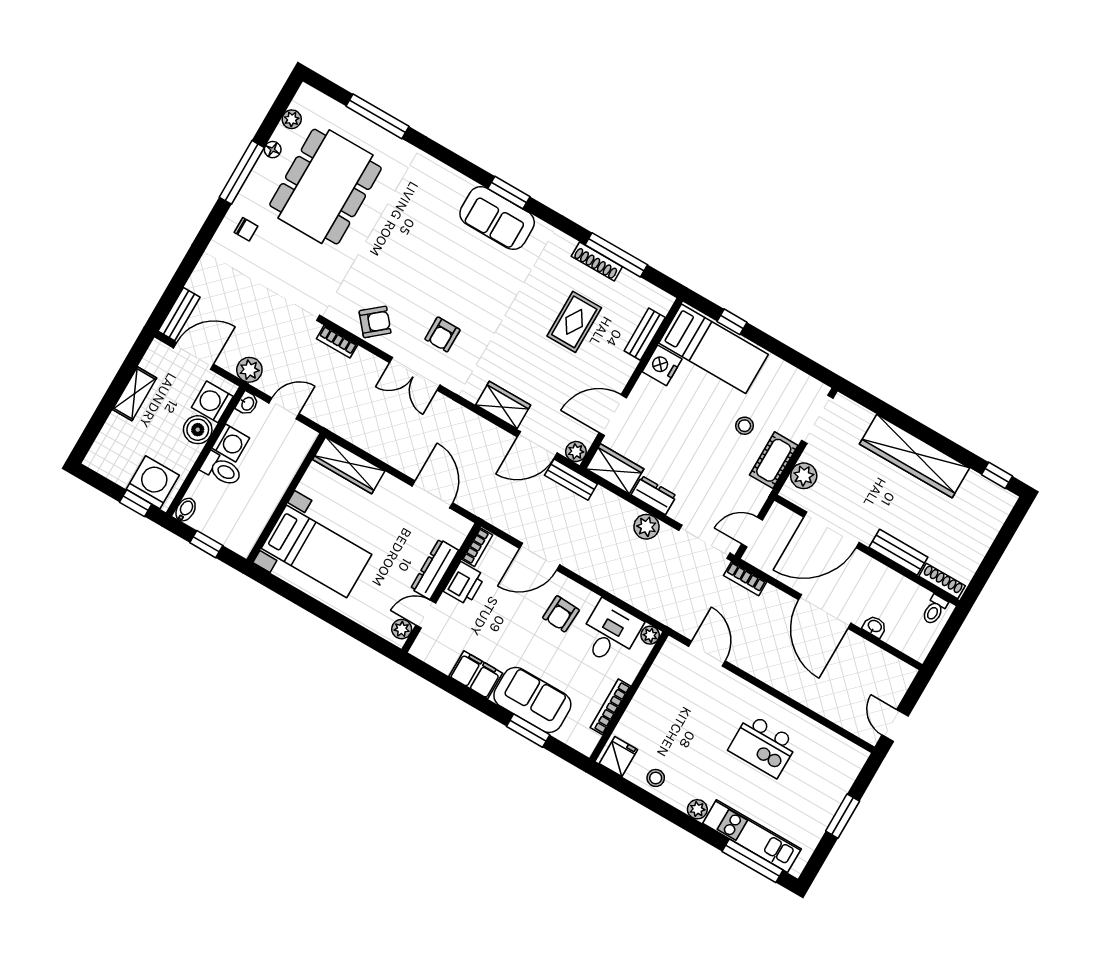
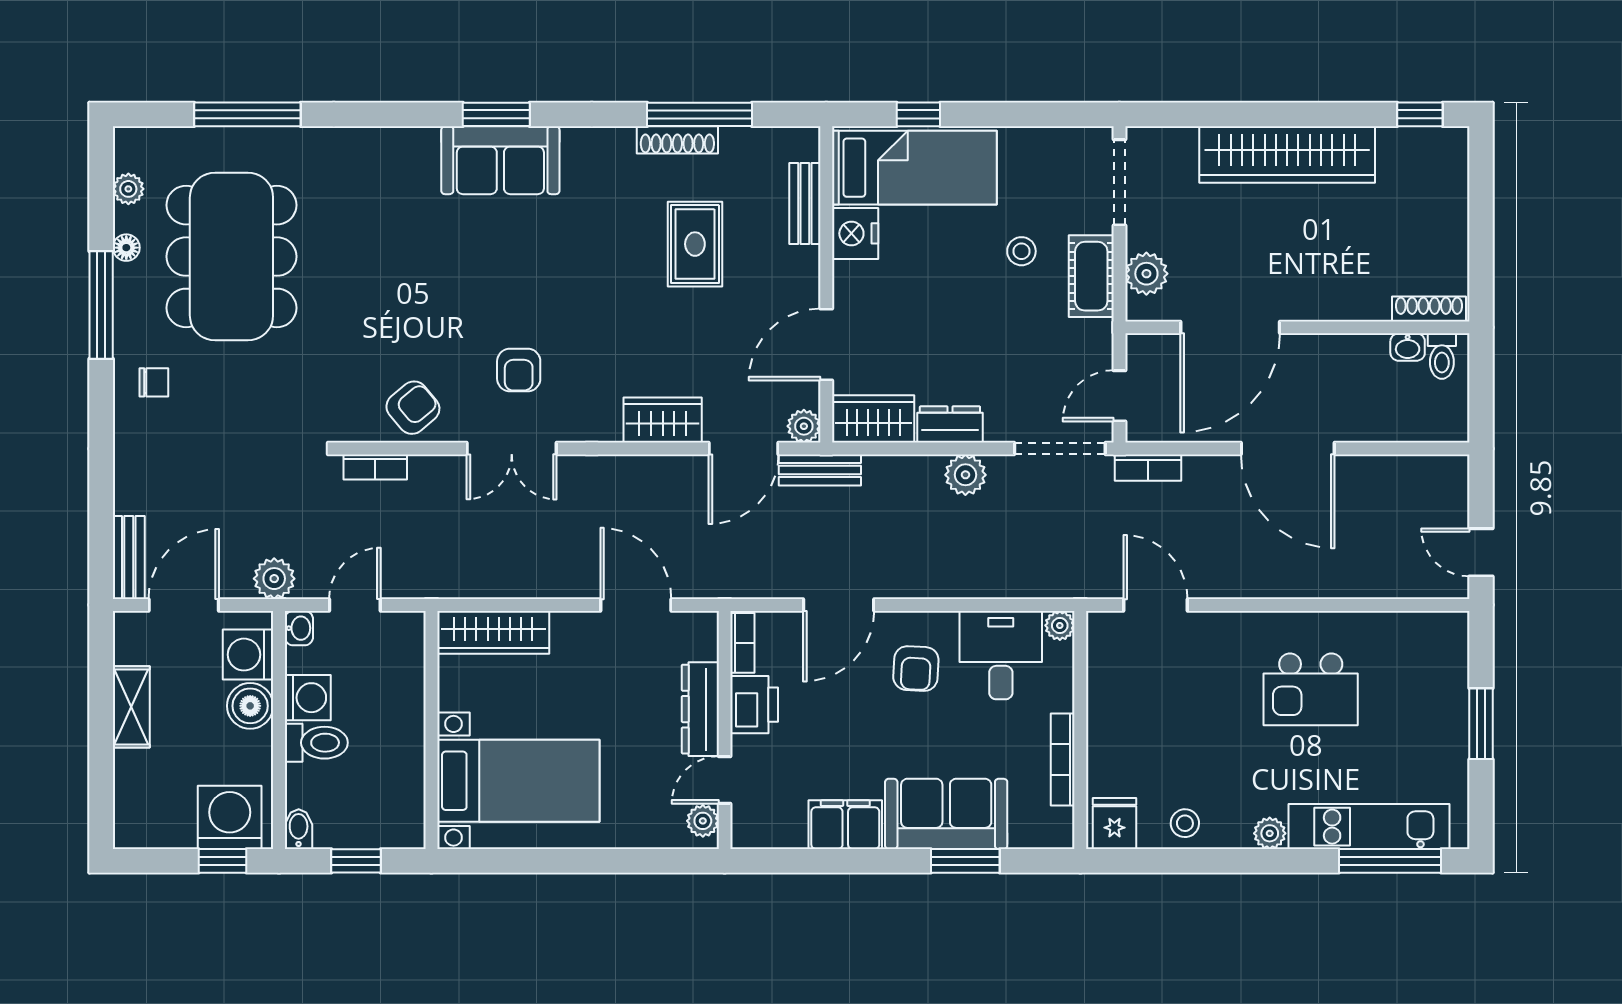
bench: (898, 552) -> (1343, 304), removed
washbasin: (875, 626) -> (1408, 347), moved, turned 180

